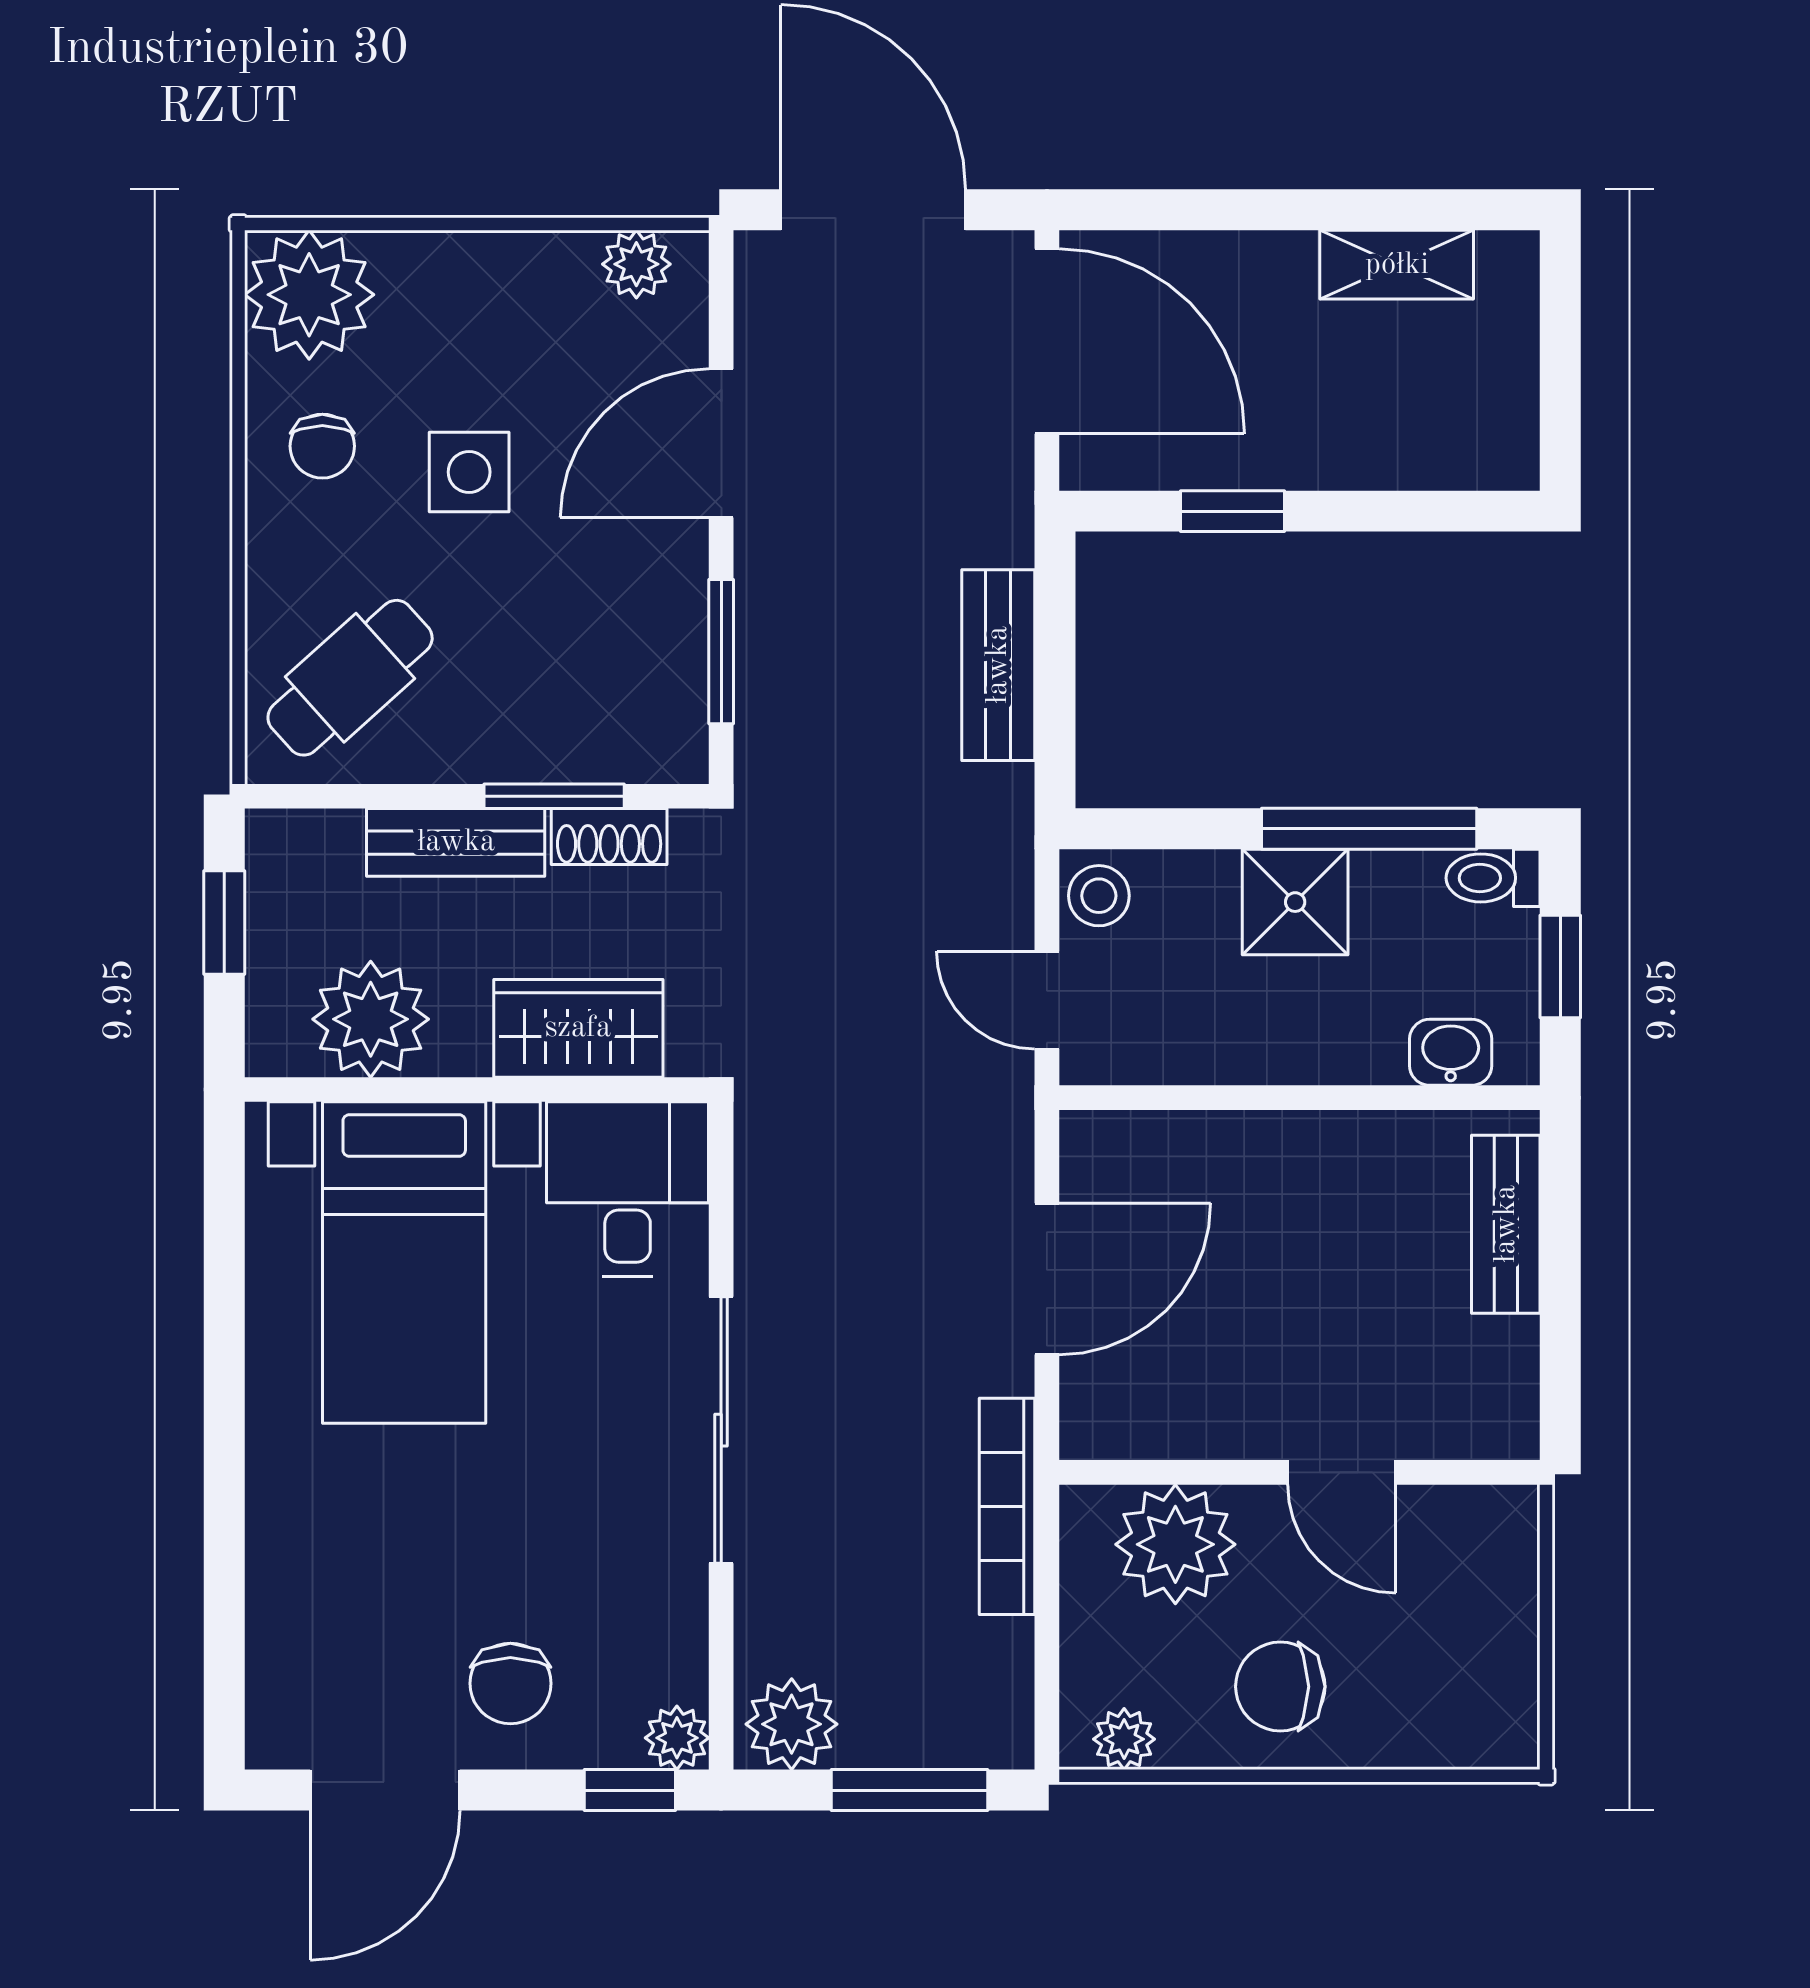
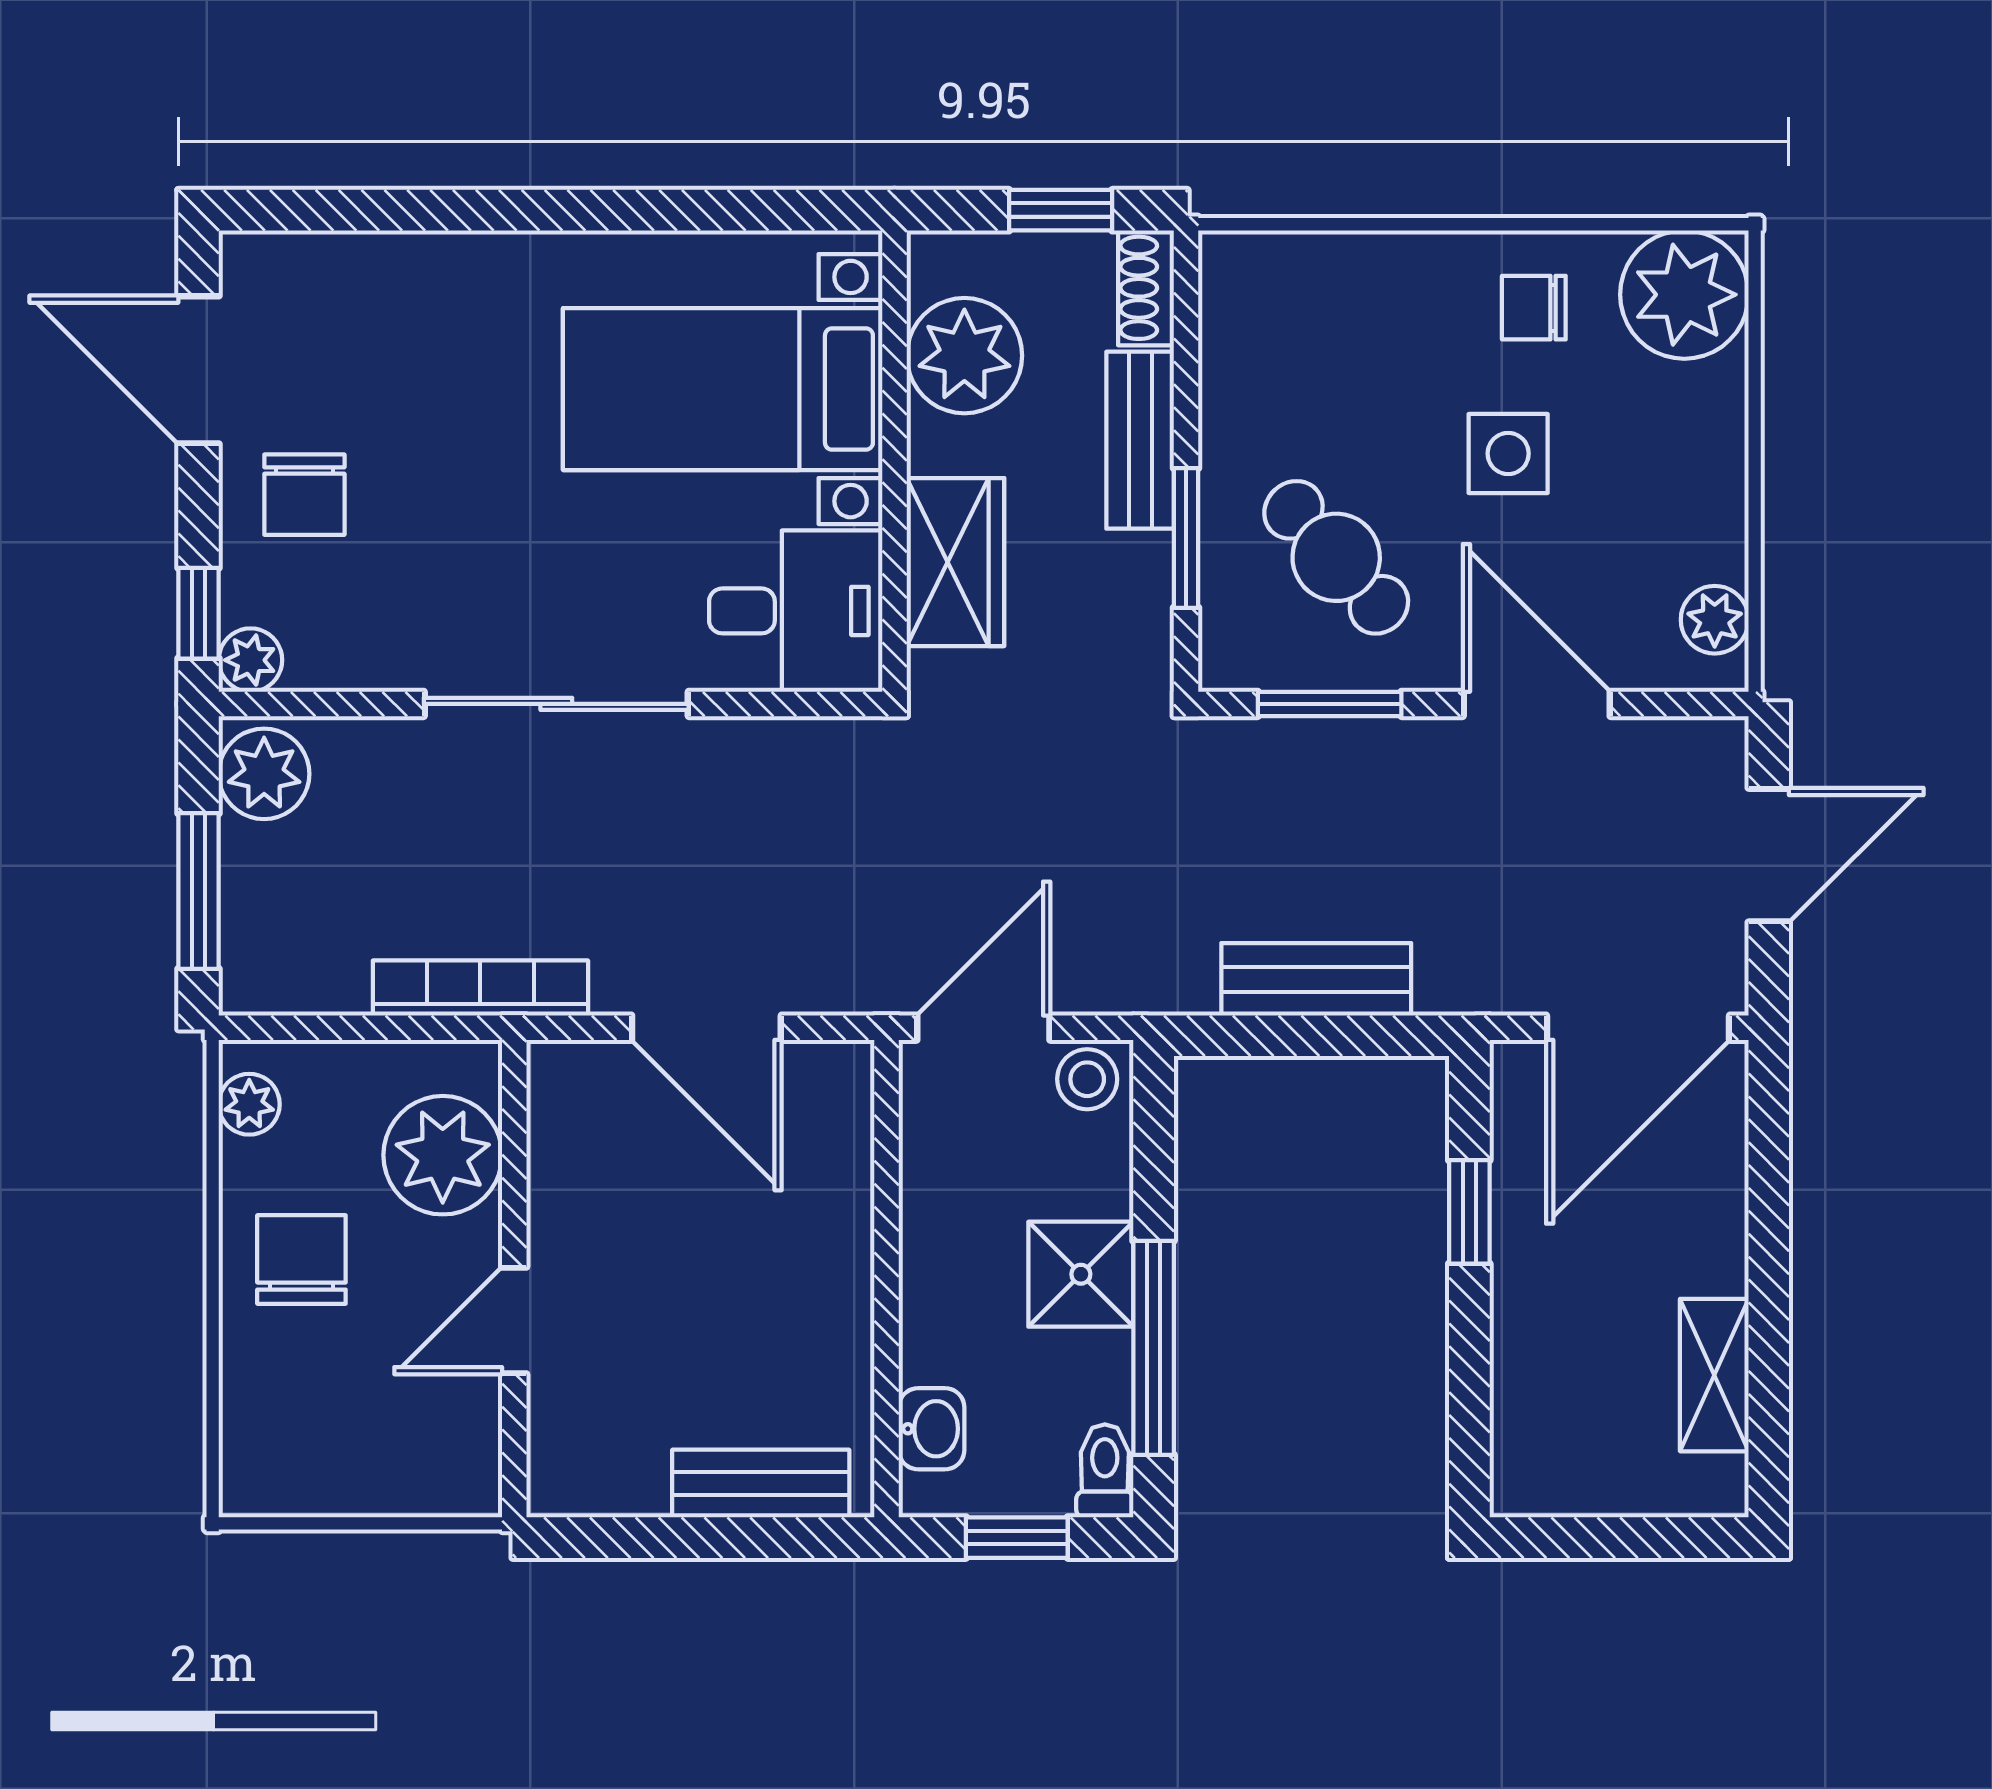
door: (873, 210) -> (1769, 855), width x0.73
cafe table: (350, 678) -> (1336, 557), moved
shoe rack: (609, 837) -> (1146, 288), moved
door: (1047, 1000) -> (983, 1028), width x1.38
chair: (510, 1683) -> (304, 495), turned -90

